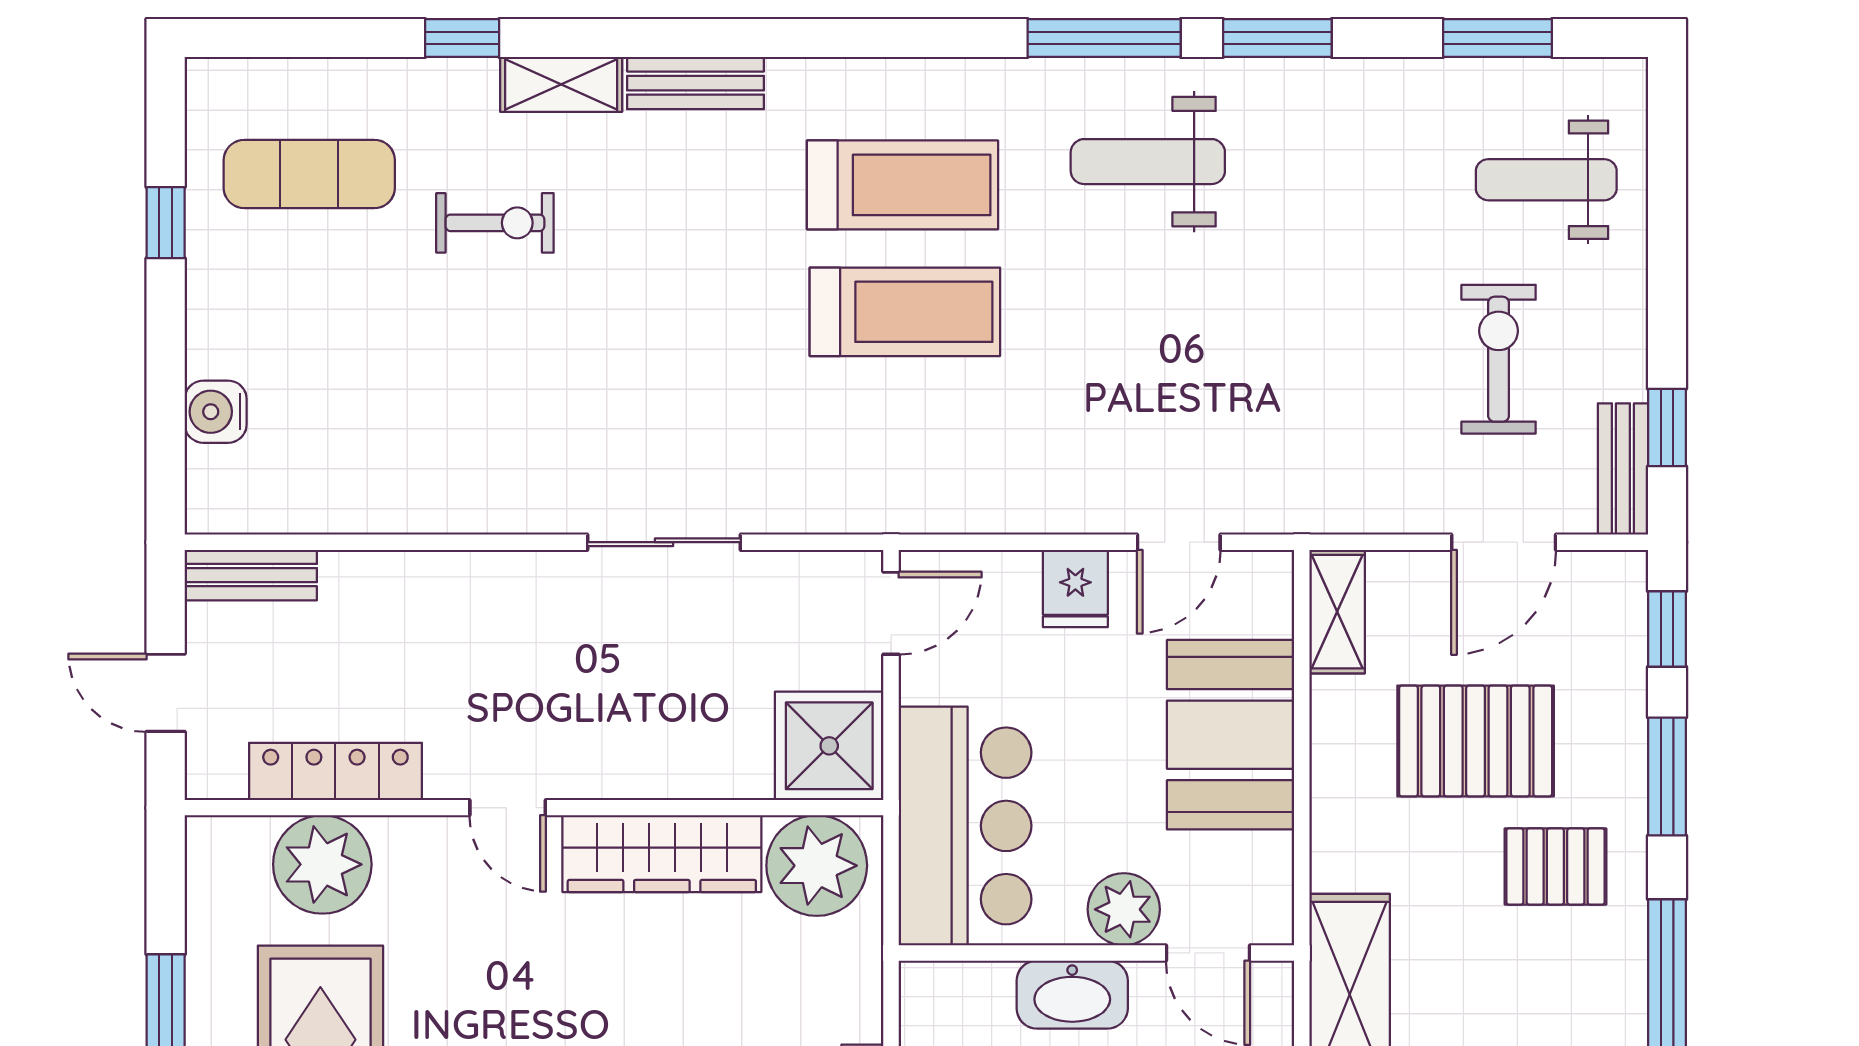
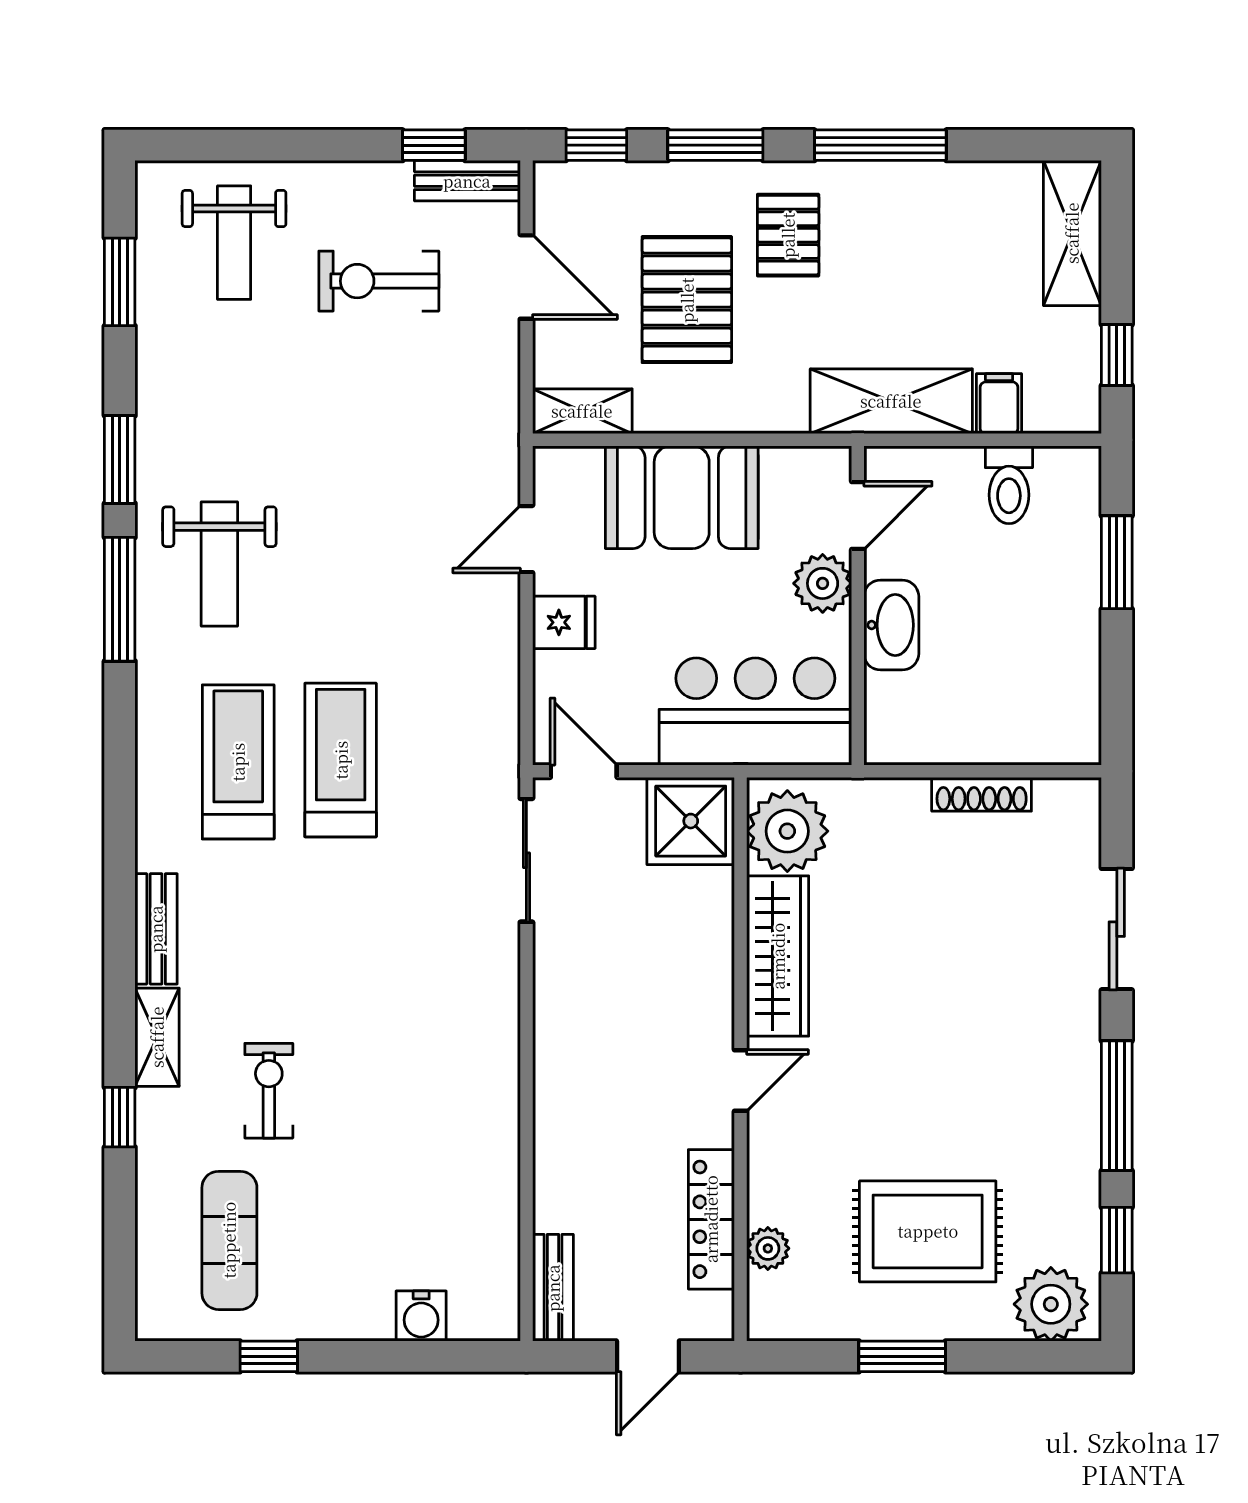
sliding door: (664, 542) -> (526, 860), moved
door: (1179, 542) -> (526, 539), swing flipped
plant: (322, 864) -> (768, 1248), width x0.53, depth x0.53

